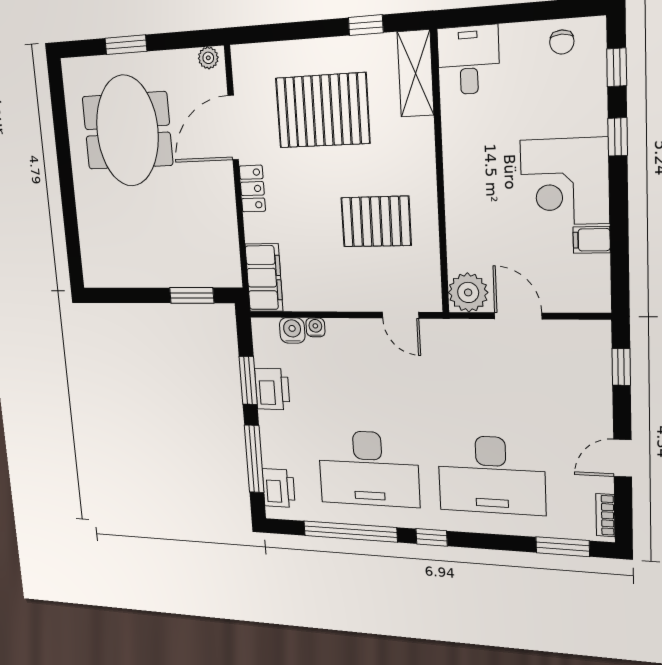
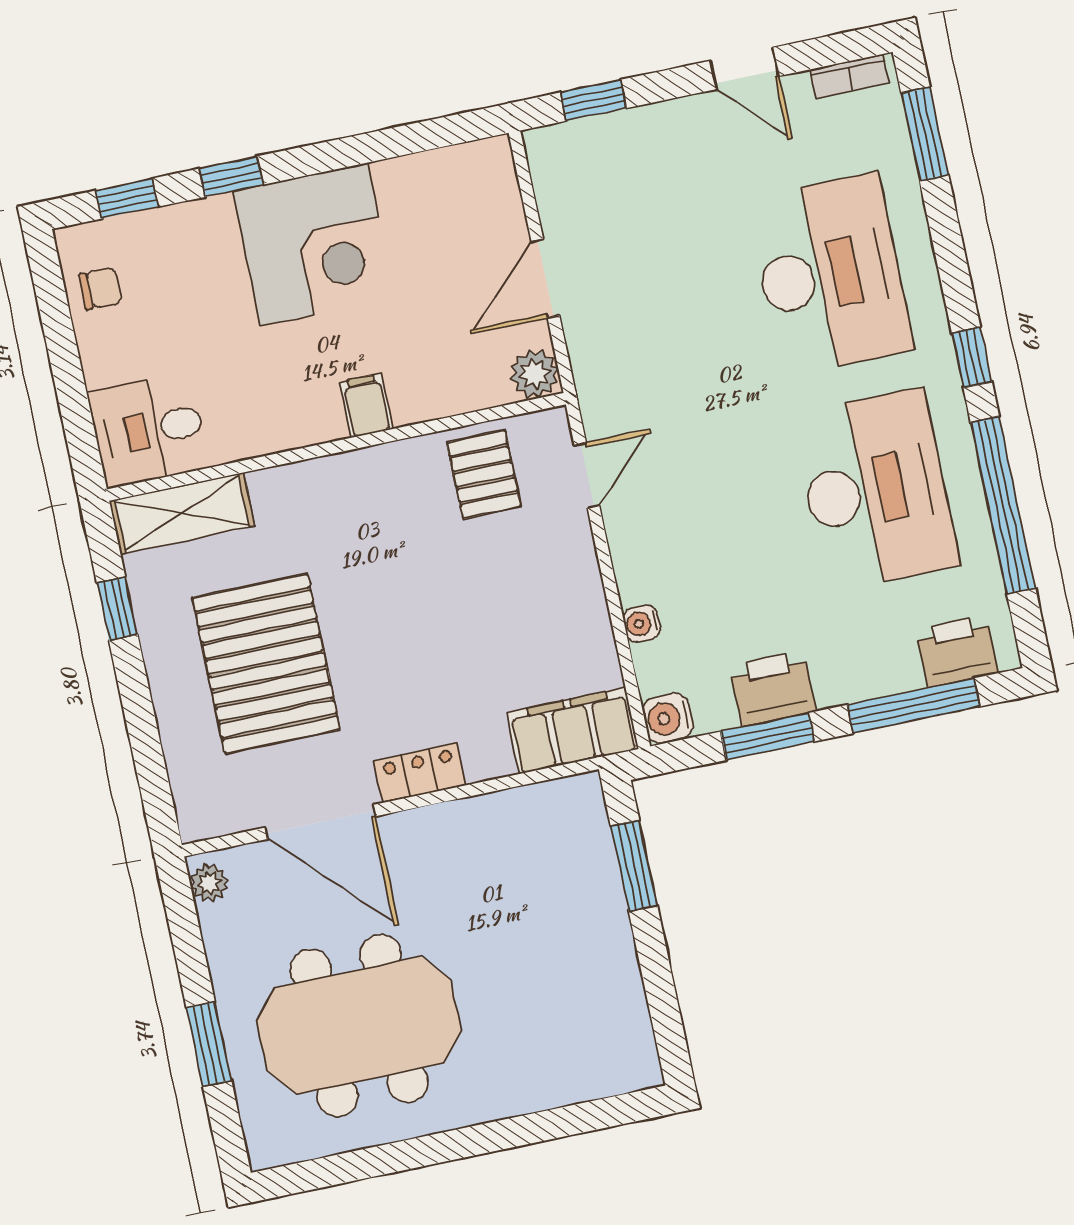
pallet: (376, 222) -> (484, 474), moved, width x0.67, depth x0.71
filing cabinet: (592, 240) -> (366, 405), moved, turned 180
plant: (468, 292) -> (534, 374), width x0.73, depth x0.73
water cooler: (292, 330) -> (668, 718), moved

